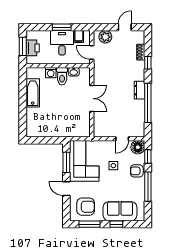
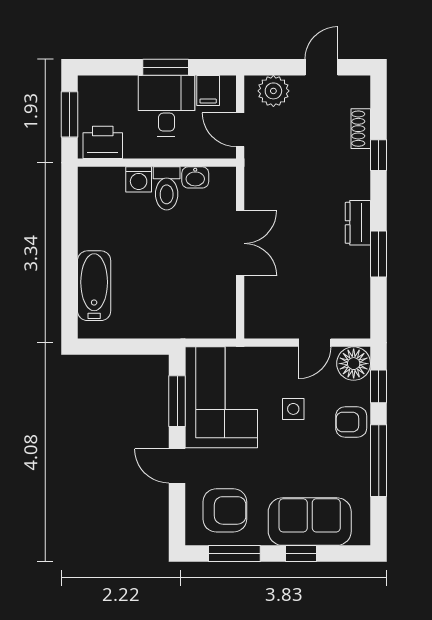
printer: (33, 48) -> (103, 142), moved, turned -90
bathtub: (33, 93) -> (94, 286), moved
window: (148, 103) -> (379, 254), width x0.47

